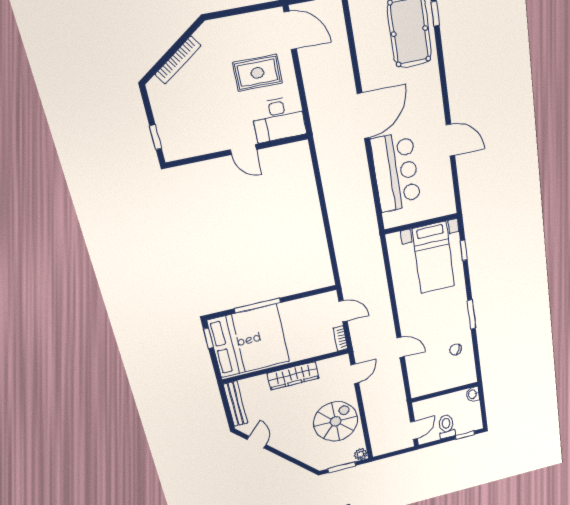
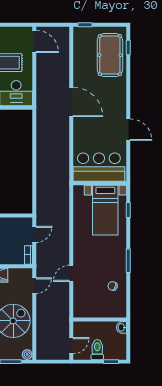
door: (363, 116) -> (71, 102), hinge flipped
bar counter: (396, 172) -> (99, 167), moved, turned -90
door: (343, 311) -> (34, 234), hinge flipped
door: (401, 347) -> (71, 273), swing flipped

